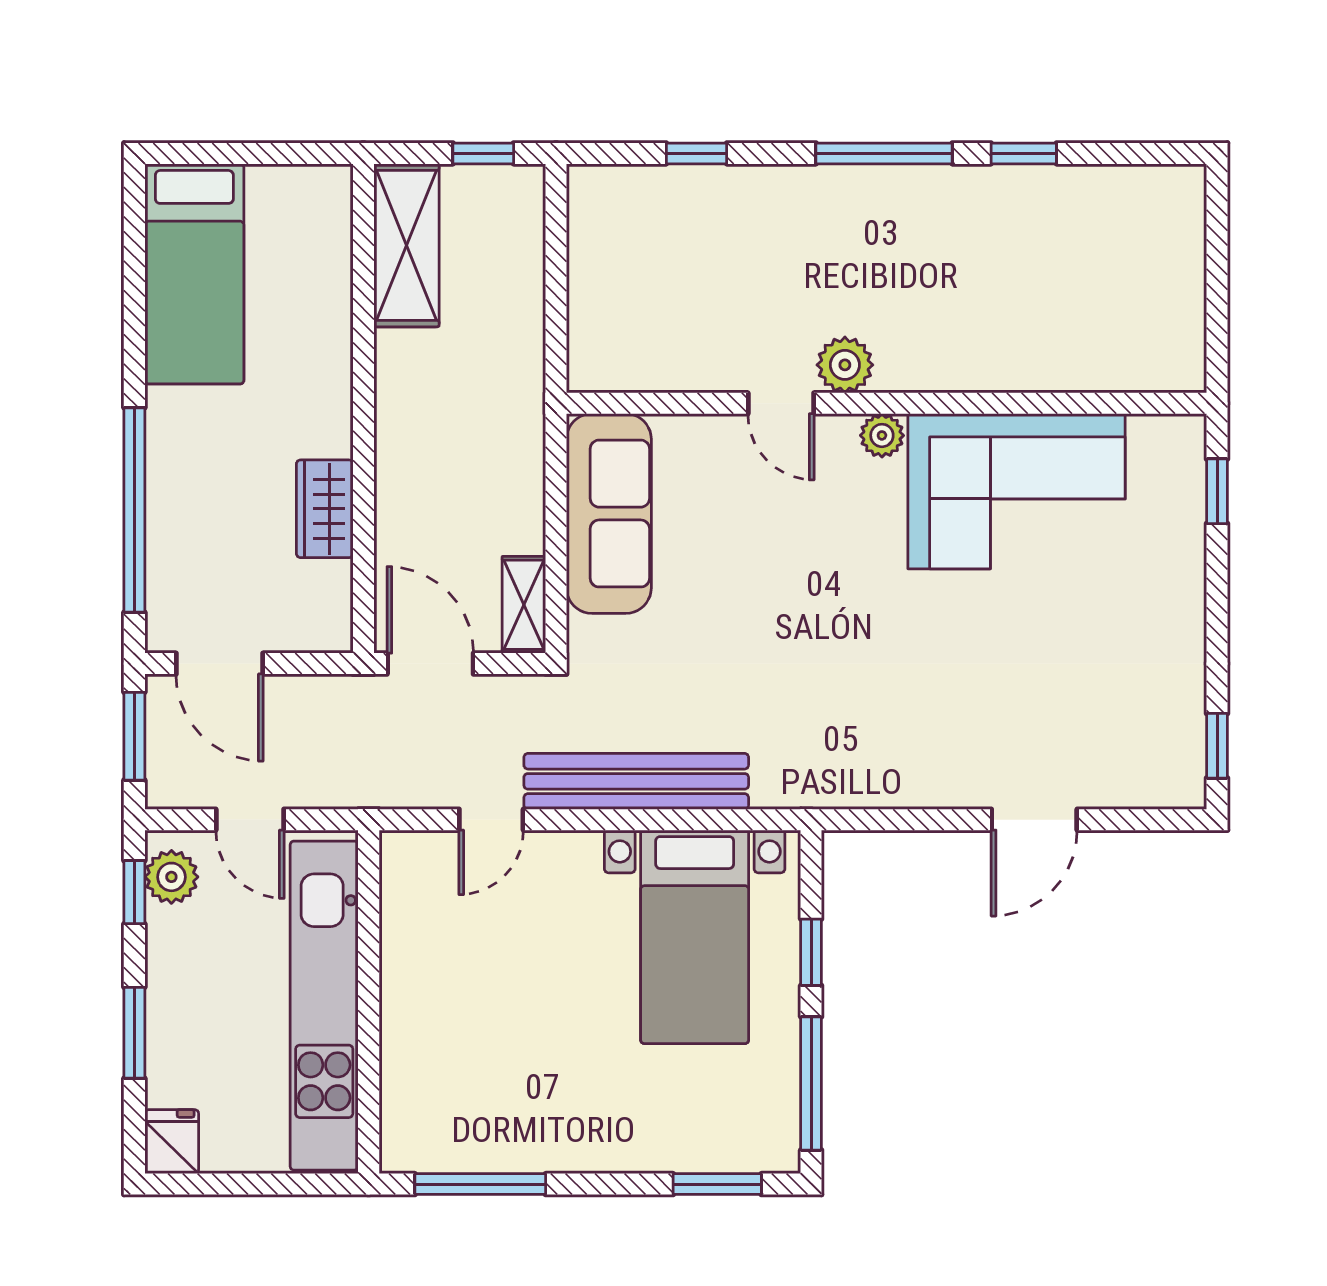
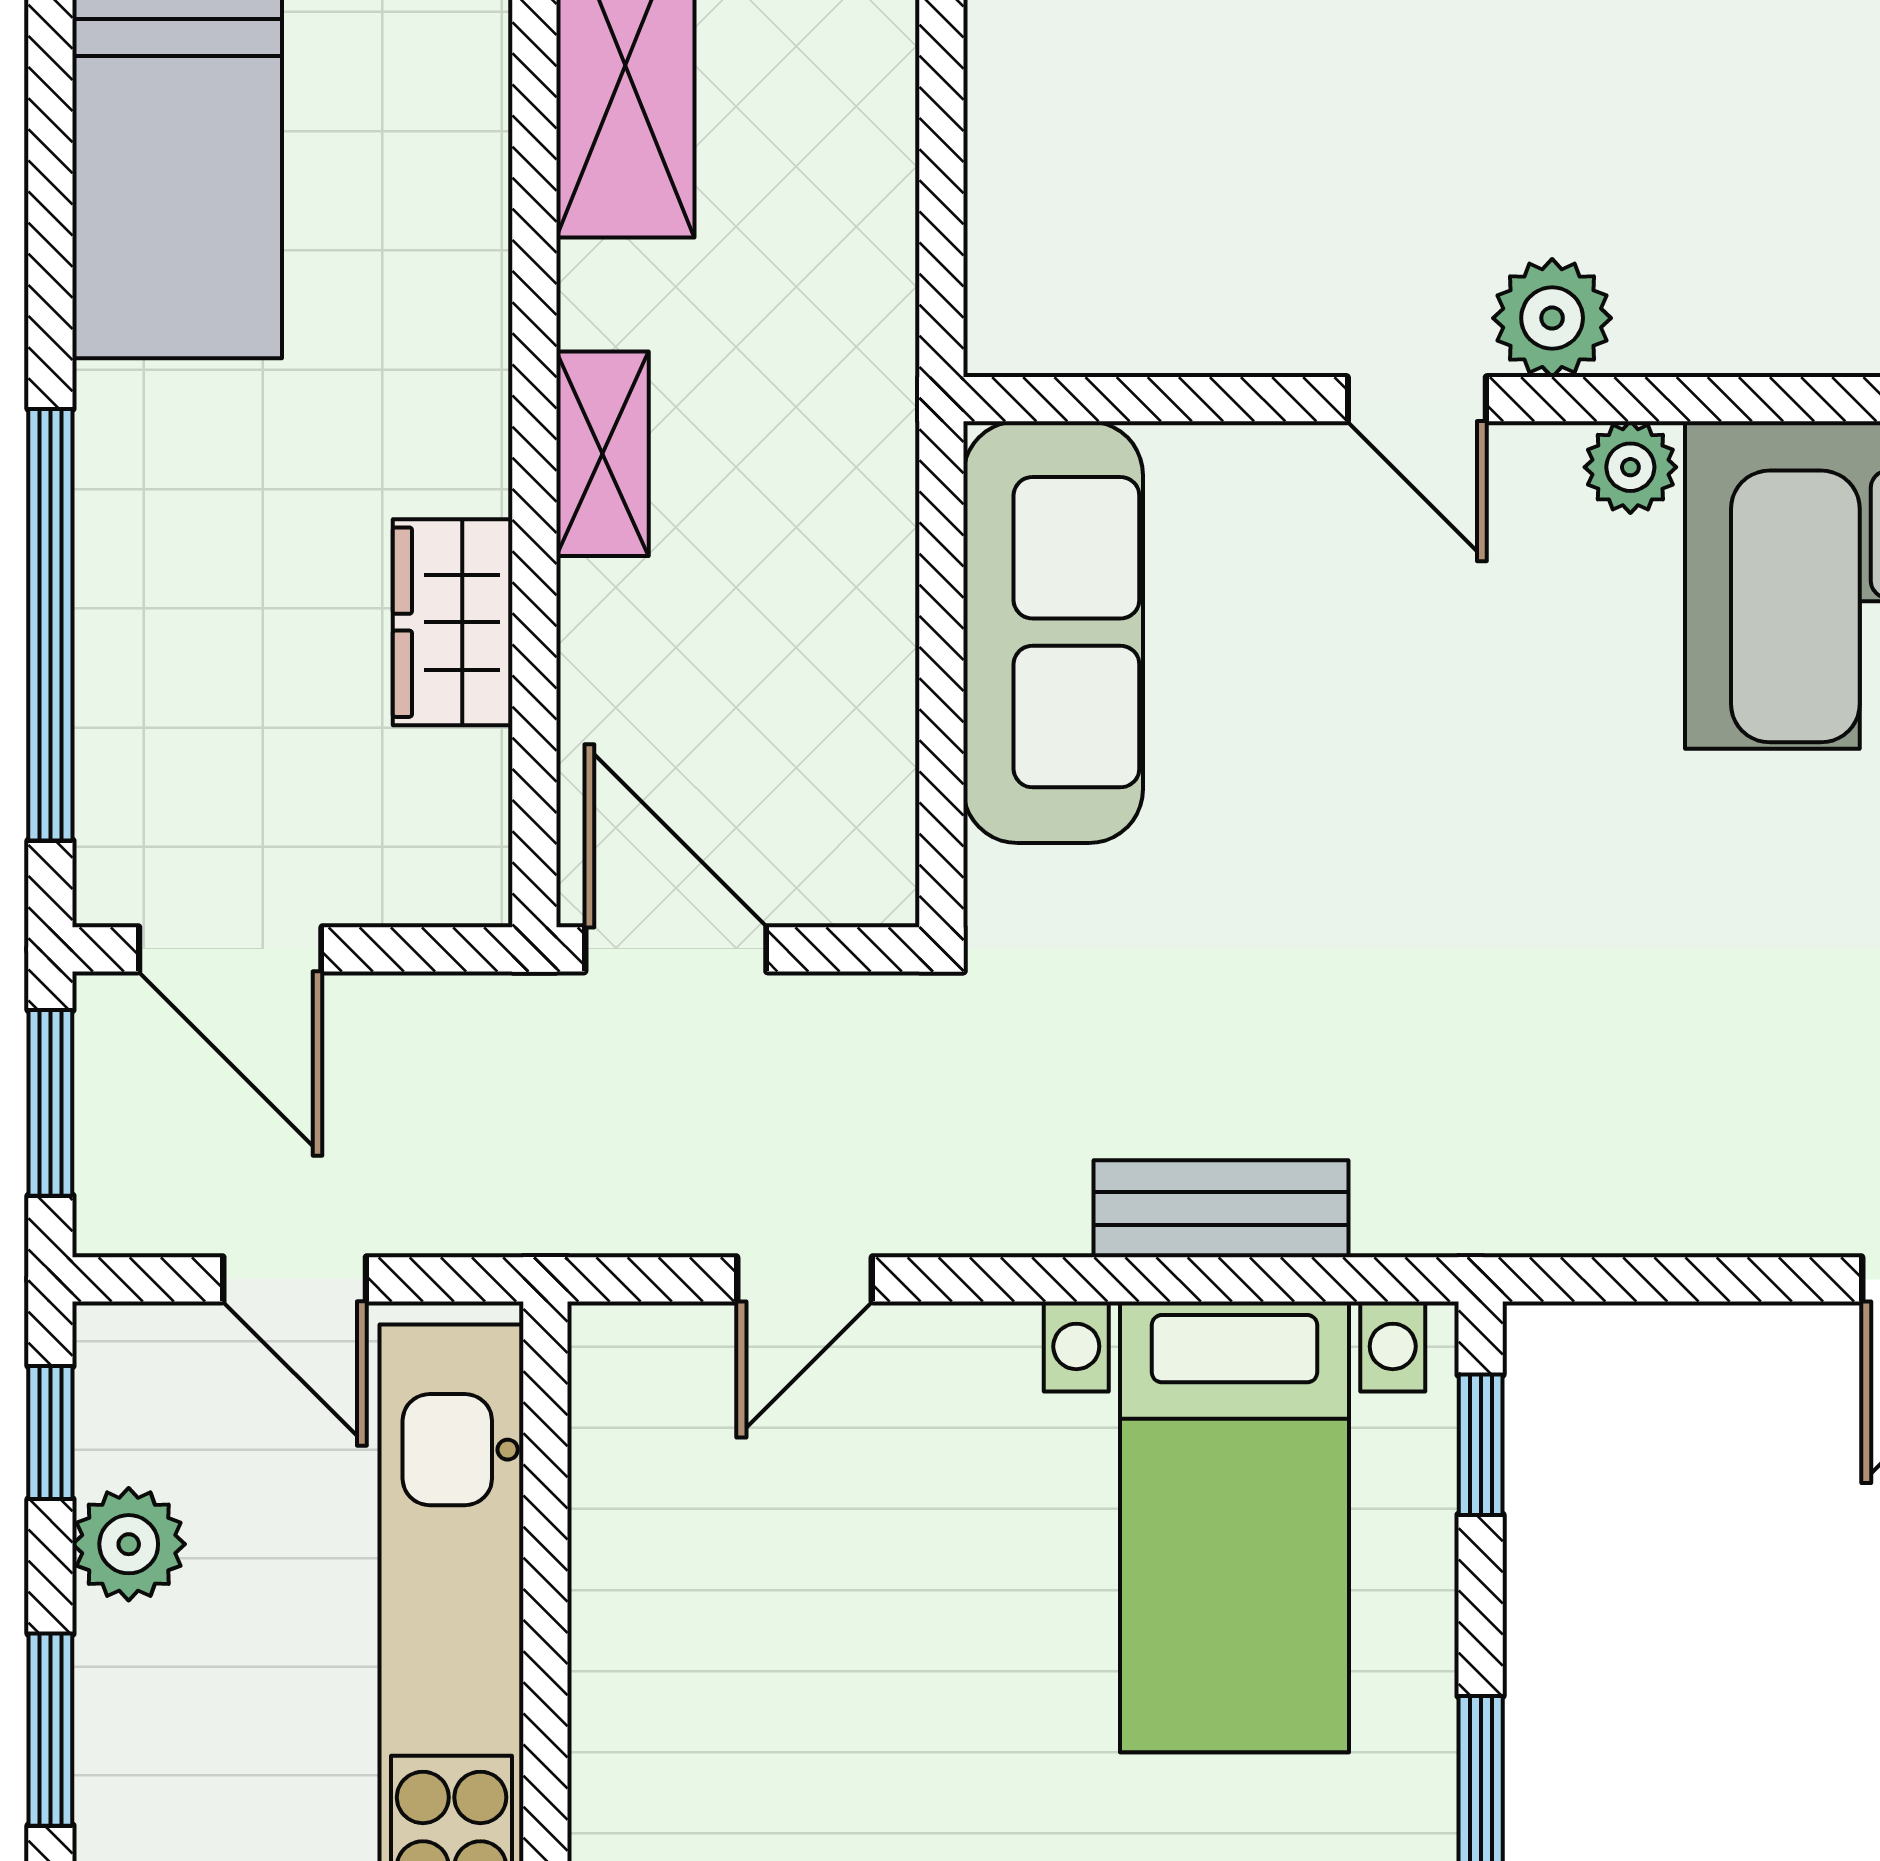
shelving: (524, 605) -> (603, 454), moved
bench: (636, 781) -> (1221, 1209), width x0.54, depth x0.82
plant: (171, 877) -> (129, 1544), moved
window: (811, 952) -> (1481, 1445), moved

